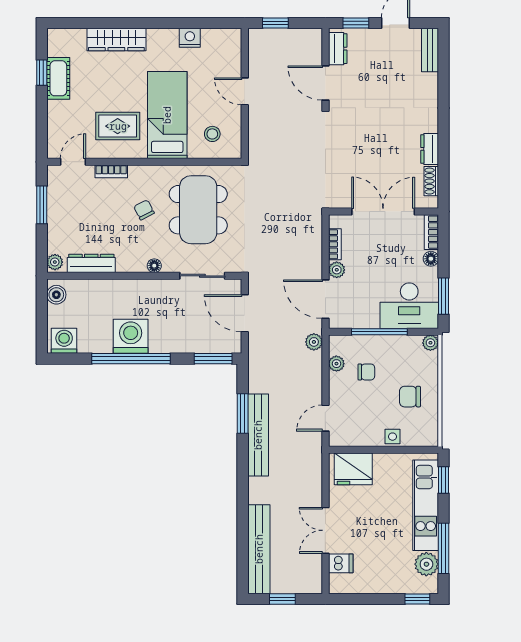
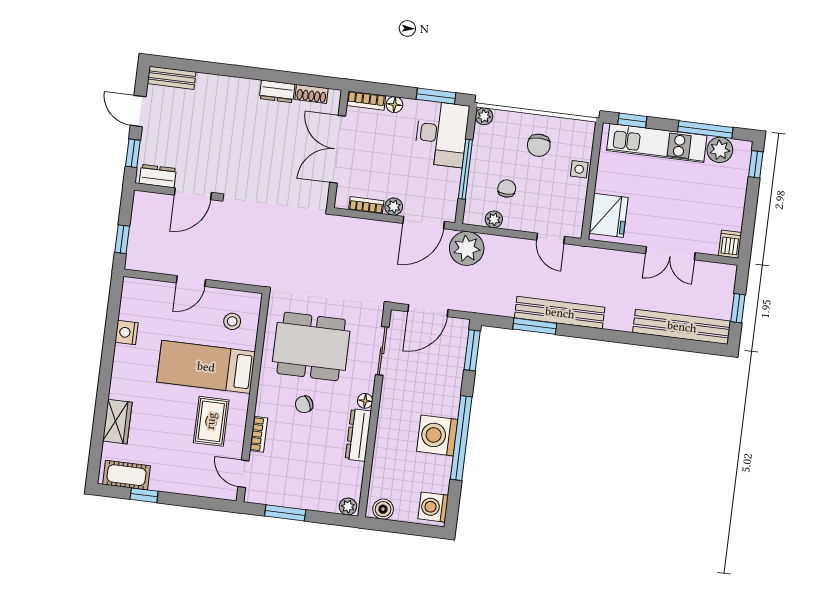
wardrobe: (116, 40) -> (117, 422), width x0.67
cot: (58, 78) -> (127, 475), moved
dresser: (91, 263) -> (358, 435), moved
plant: (314, 342) -> (467, 248), width x1.88, depth x1.88
dishwasher: (341, 563) -> (730, 244), moved

